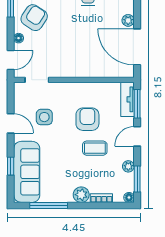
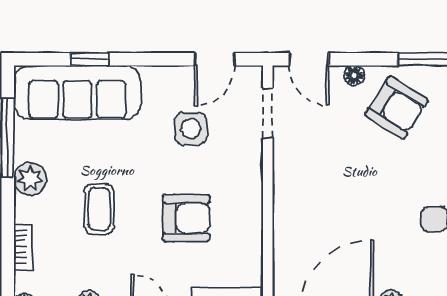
door: (11, 123) -> (215, 59), moved
coffee table: (95, 148) -> (99, 209), moved
plant: (81, 195) -> (30, 179), moved

